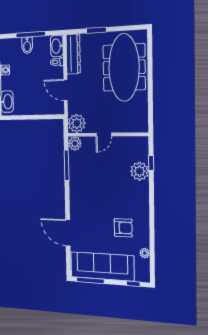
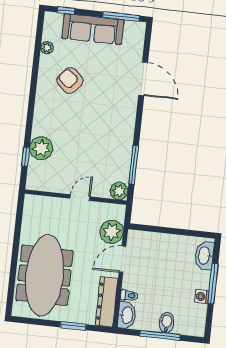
door: (66, 90) -> (122, 259), swing flipped
plant: (77, 123) -> (112, 232), moved
armchair: (123, 228) -> (70, 81), turned 41
sofa: (102, 266) -> (93, 29), width x0.74, depth x0.79

